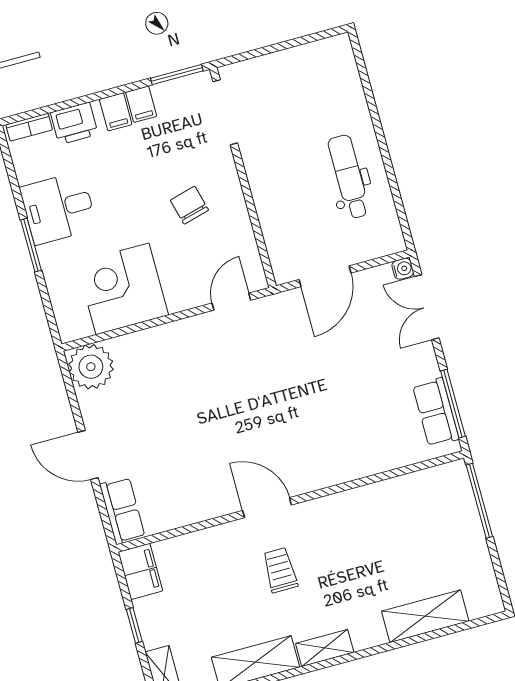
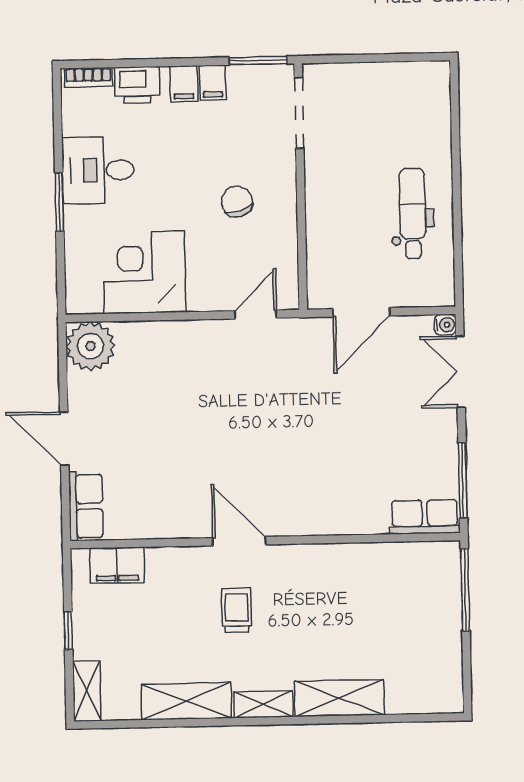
row of seats: (436, 412) -> (425, 517), moved, turned 90
filing cabinet: (140, 571) -> (117, 565), moved, turned 90
shelving: (425, 616) -> (339, 698), moved

